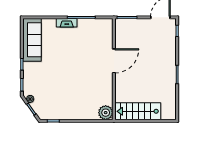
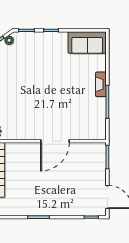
sofa: (32, 40) -> (87, 43), width x0.73
door: (114, 61) -> (55, 141), hinge flipped

